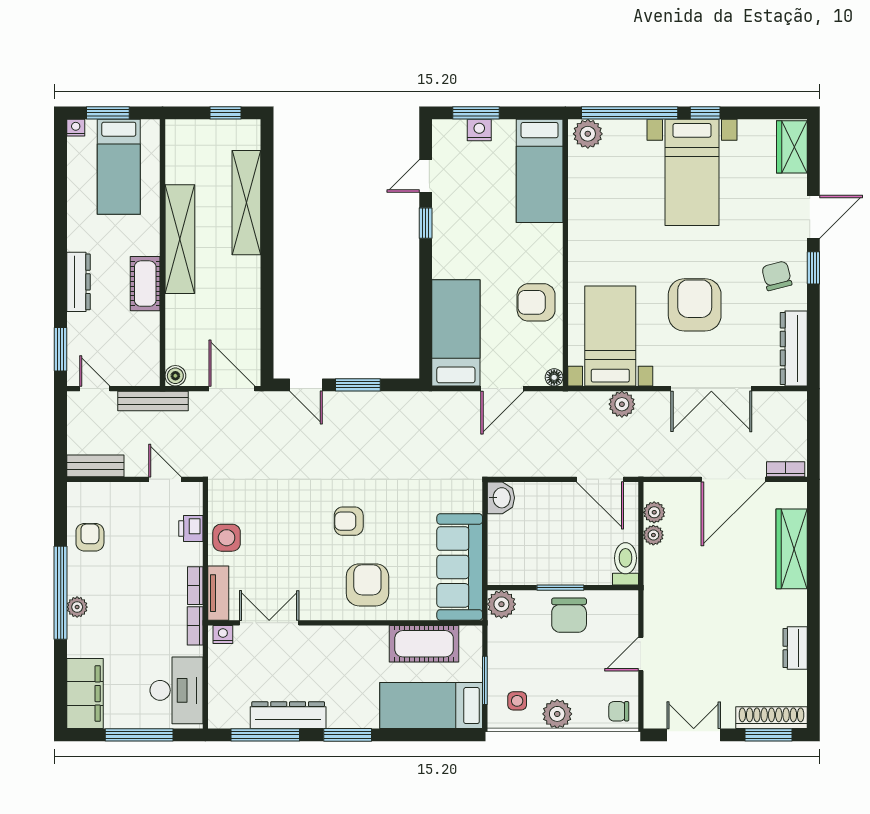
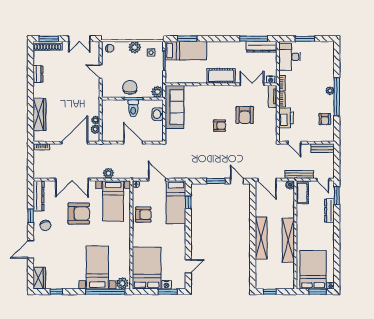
window: (705, 113) -> (56, 292), moved
bed: (119, 167) -> (313, 270), width x1.50
bed: (540, 171) -> (147, 268), width x1.50
bed with nightstands: (692, 172) -> (97, 268), moved
shelving: (246, 203) -> (261, 238), moved
window: (426, 223) -> (188, 202), moved
window: (813, 268) -> (31, 216), moved
dresser: (78, 282) -> (329, 211), moved
cot: (145, 284) -> (302, 193), moved
armchair: (695, 305) -> (79, 214), turned -90
door: (502, 389) -> (157, 180), hinge flipped
double door: (711, 389) -> (72, 180), swing flipped
door: (600, 479) -> (133, 143), moved
door: (733, 479) -> (75, 143), moved
washbasin: (501, 498) -> (158, 114), moved
printer: (191, 529) -> (286, 118), width x1.87, depth x1.48
side table: (227, 538) -> (269, 119), removed
toilet: (625, 564) -> (133, 108), moved
armchair: (367, 585) -> (245, 115), moved
double door: (269, 623) -> (252, 84), swing flipped
cot: (424, 644) -> (221, 76), moved
door: (641, 654) -> (101, 72), swing flipped
filing cabinet: (85, 694) -> (327, 56), removed
dresser: (288, 715) -> (262, 47), moved
window: (139, 735) -> (305, 39), width x0.69
window: (348, 735) -> (187, 39), moved

